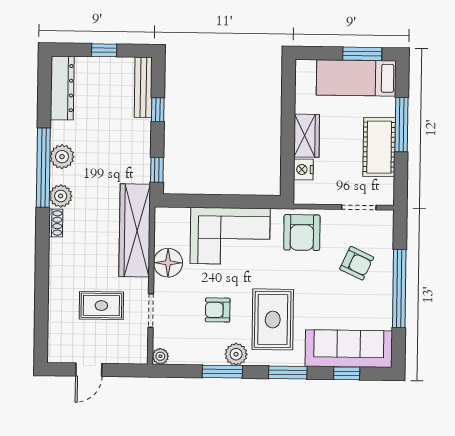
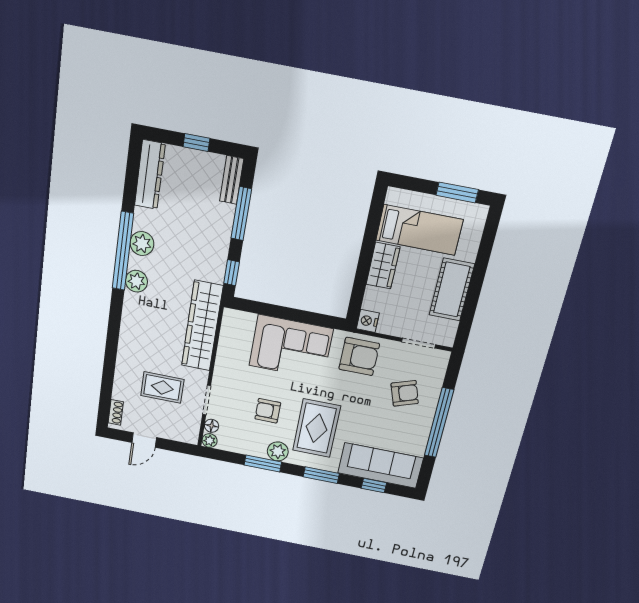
bed: (356, 78) -> (419, 230), moved, turned 180
bench: (143, 87) -> (232, 180), width x0.73
window: (158, 110) -> (241, 214), width x2.17
window: (402, 125) -> (479, 272), removed
nightstand: (303, 169) -> (368, 321), moved
shoe rack: (56, 223) -> (116, 412), moved
armchair: (302, 233) -> (359, 356), turned -90
floor lamp: (168, 263) -> (212, 426), moved, width x0.53, depth x0.53
armchair: (357, 263) -> (405, 393), turned -44

